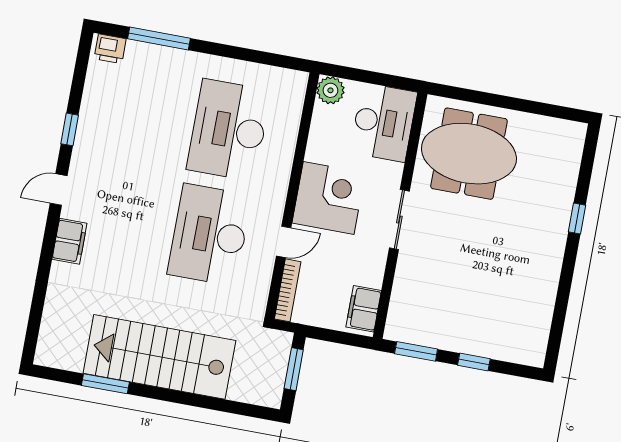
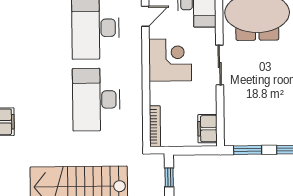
door: (284, 242) -> (145, 16), moved
window: (294, 369) -> (169, 177), width x0.67

